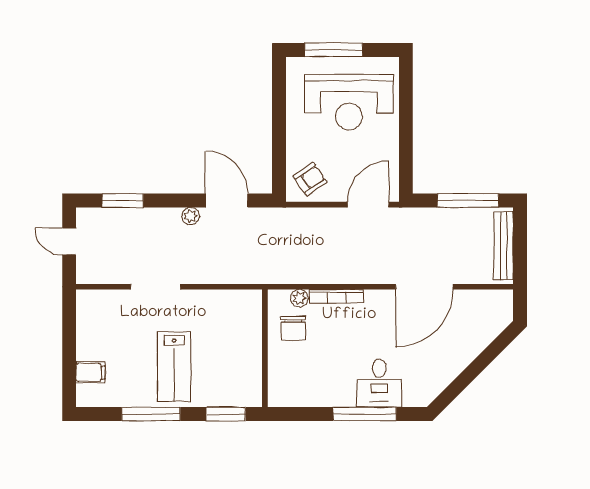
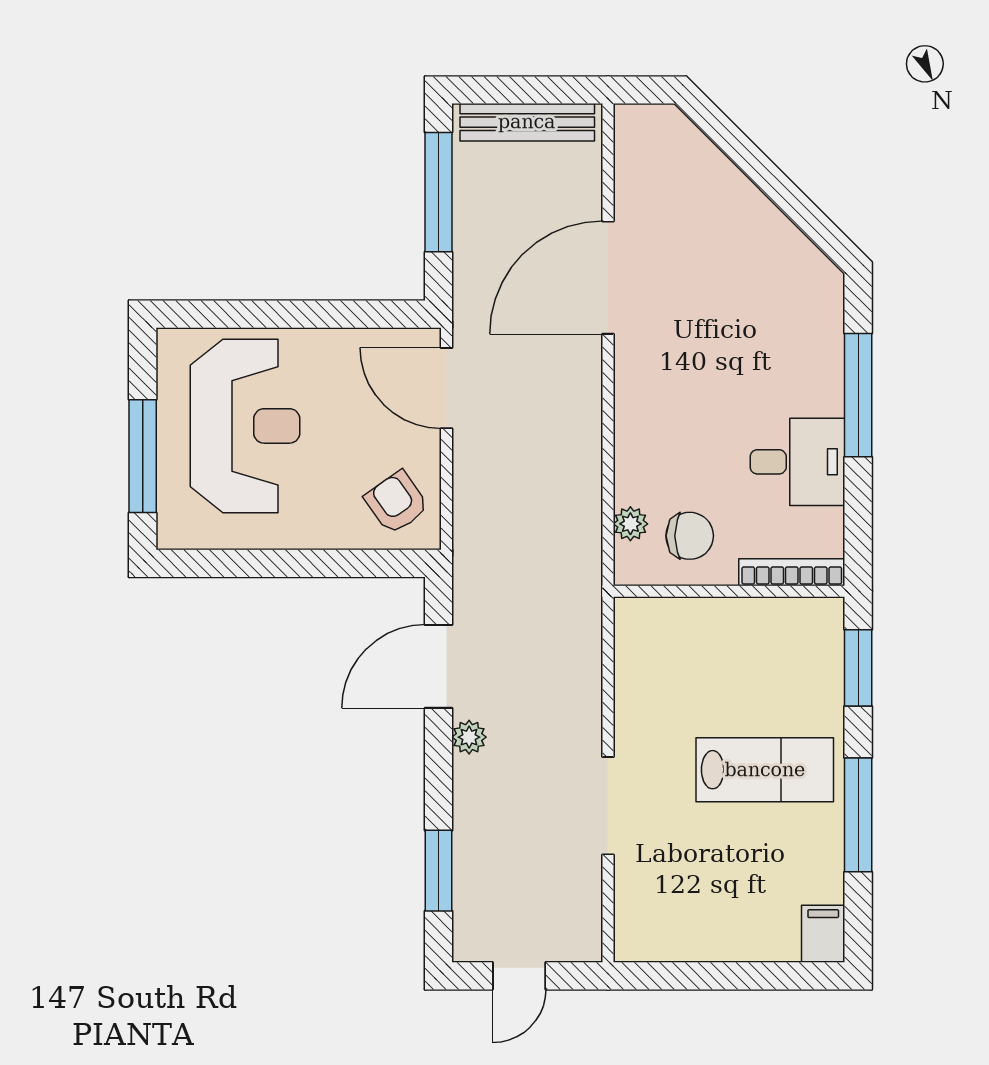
door: (424, 287) -> (608, 278), swing flipped
bookcase: (337, 296) -> (792, 572), moved, turned -90
filing cabinet: (91, 372) -> (823, 934), moved
desk: (379, 383) -> (797, 462), moved

